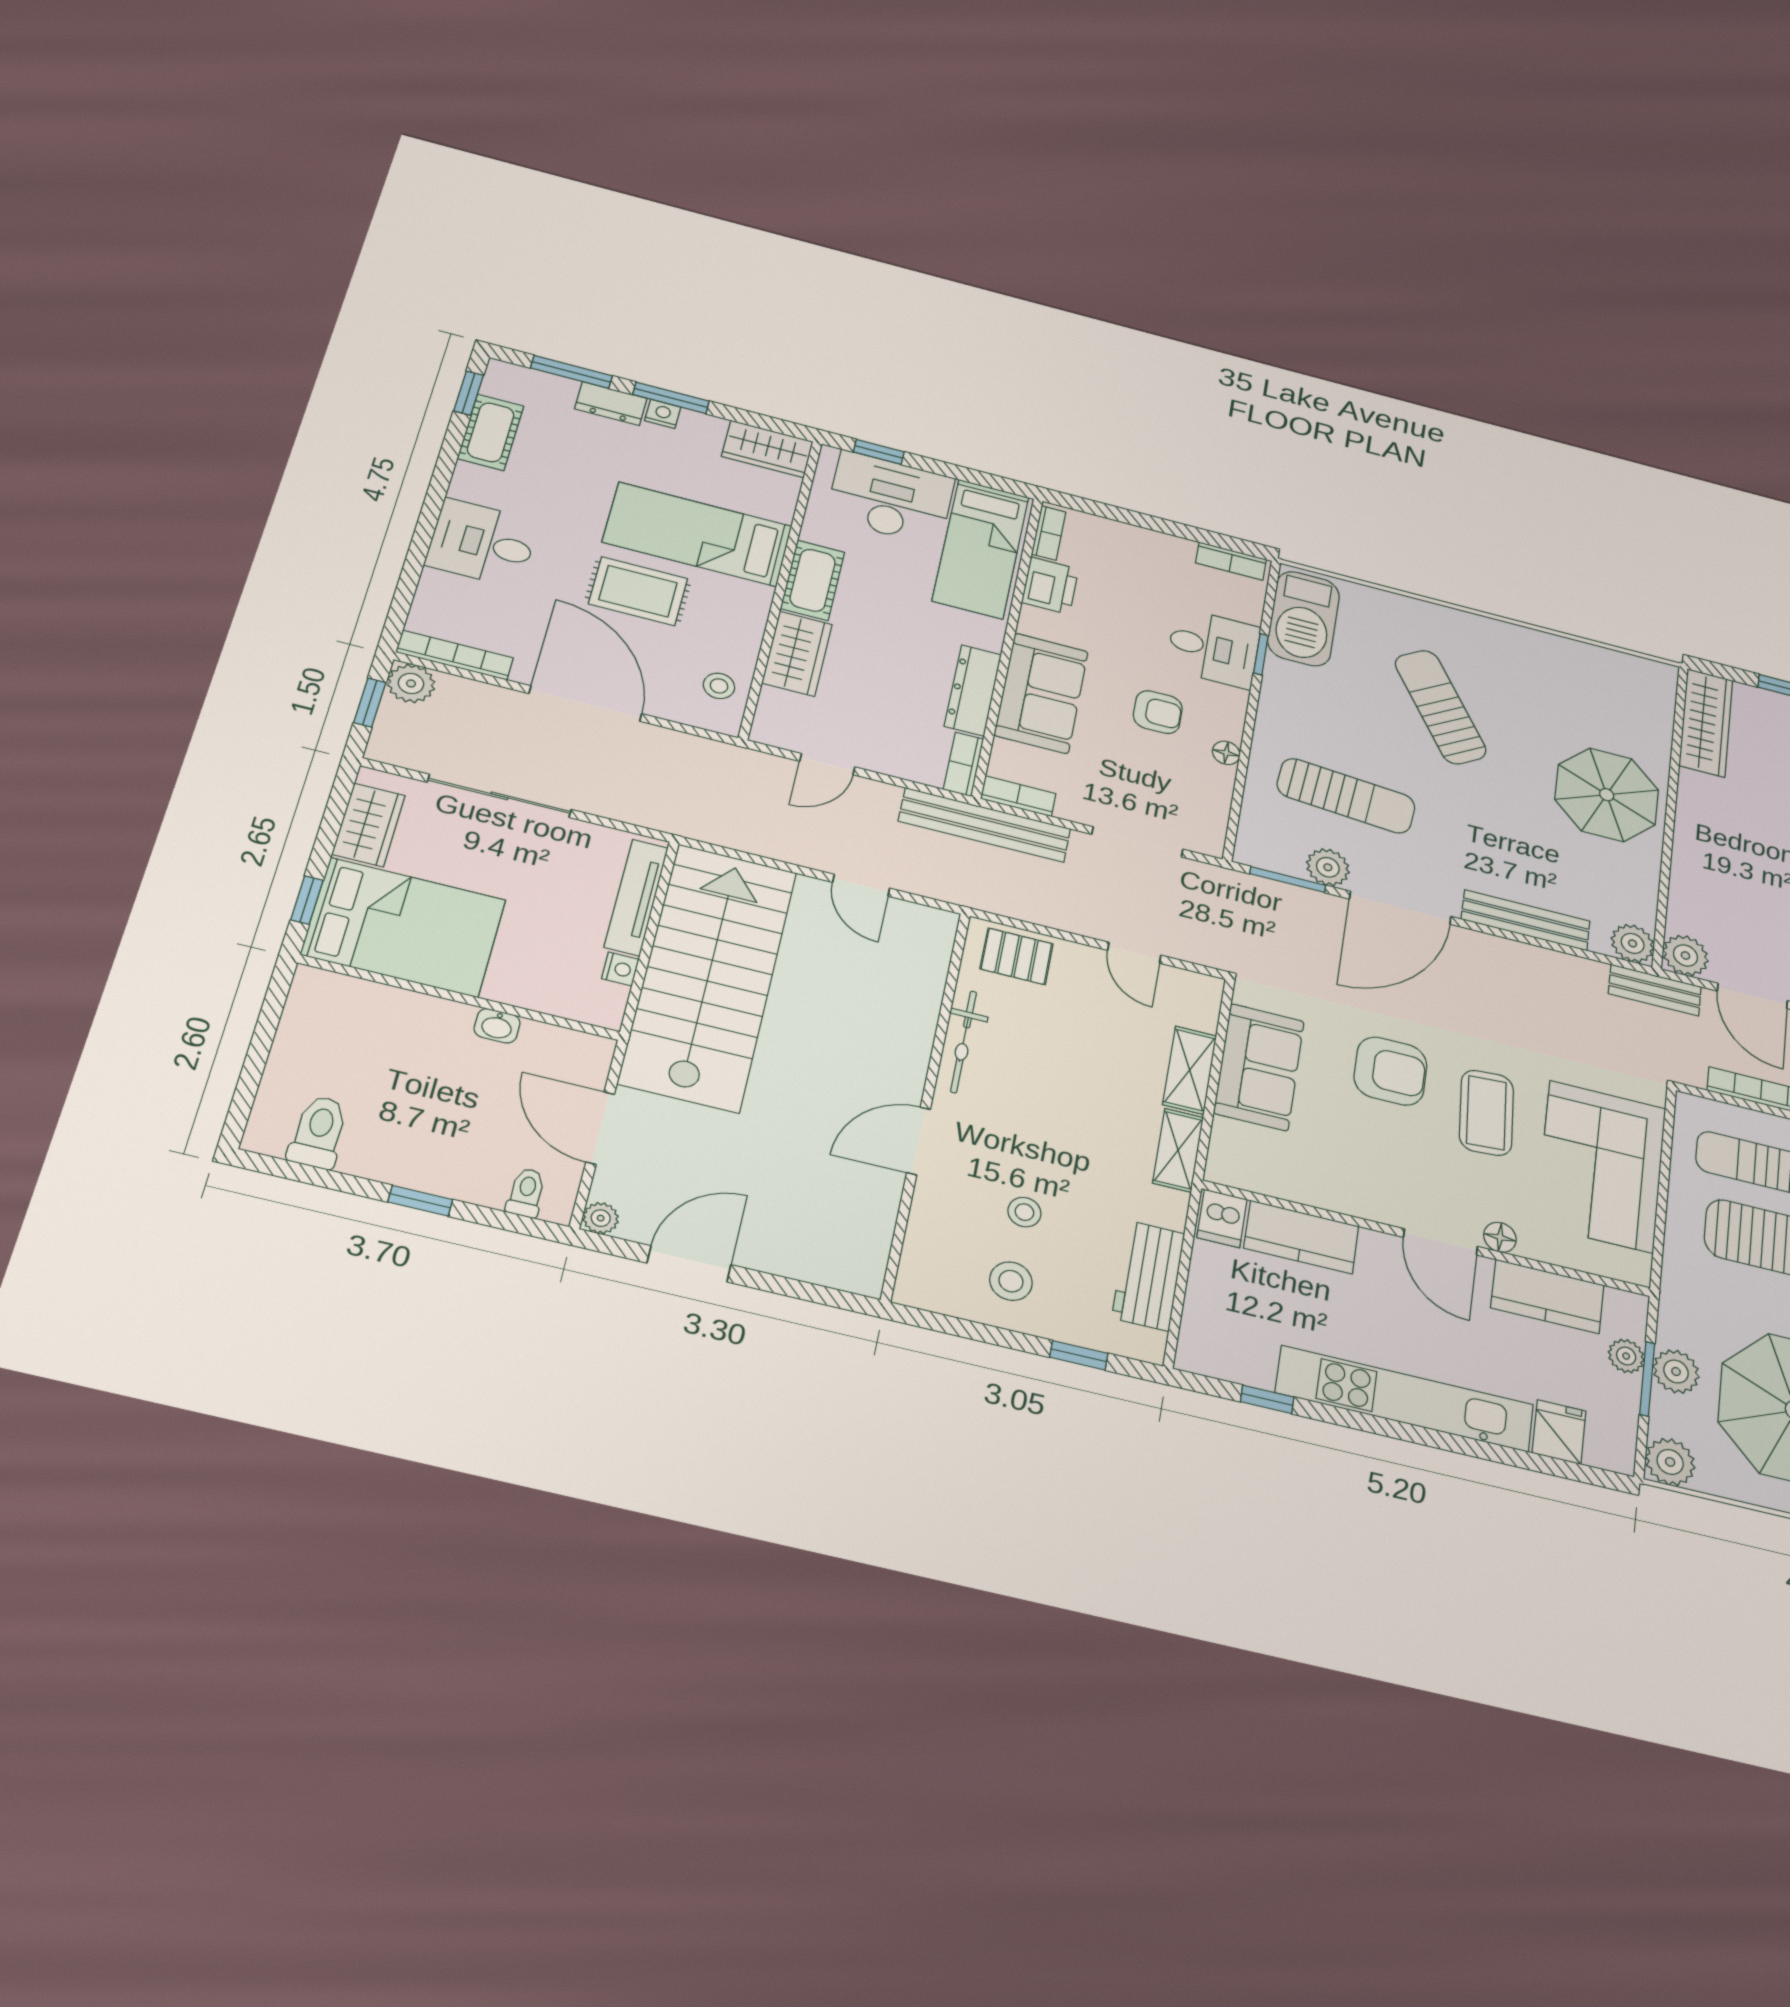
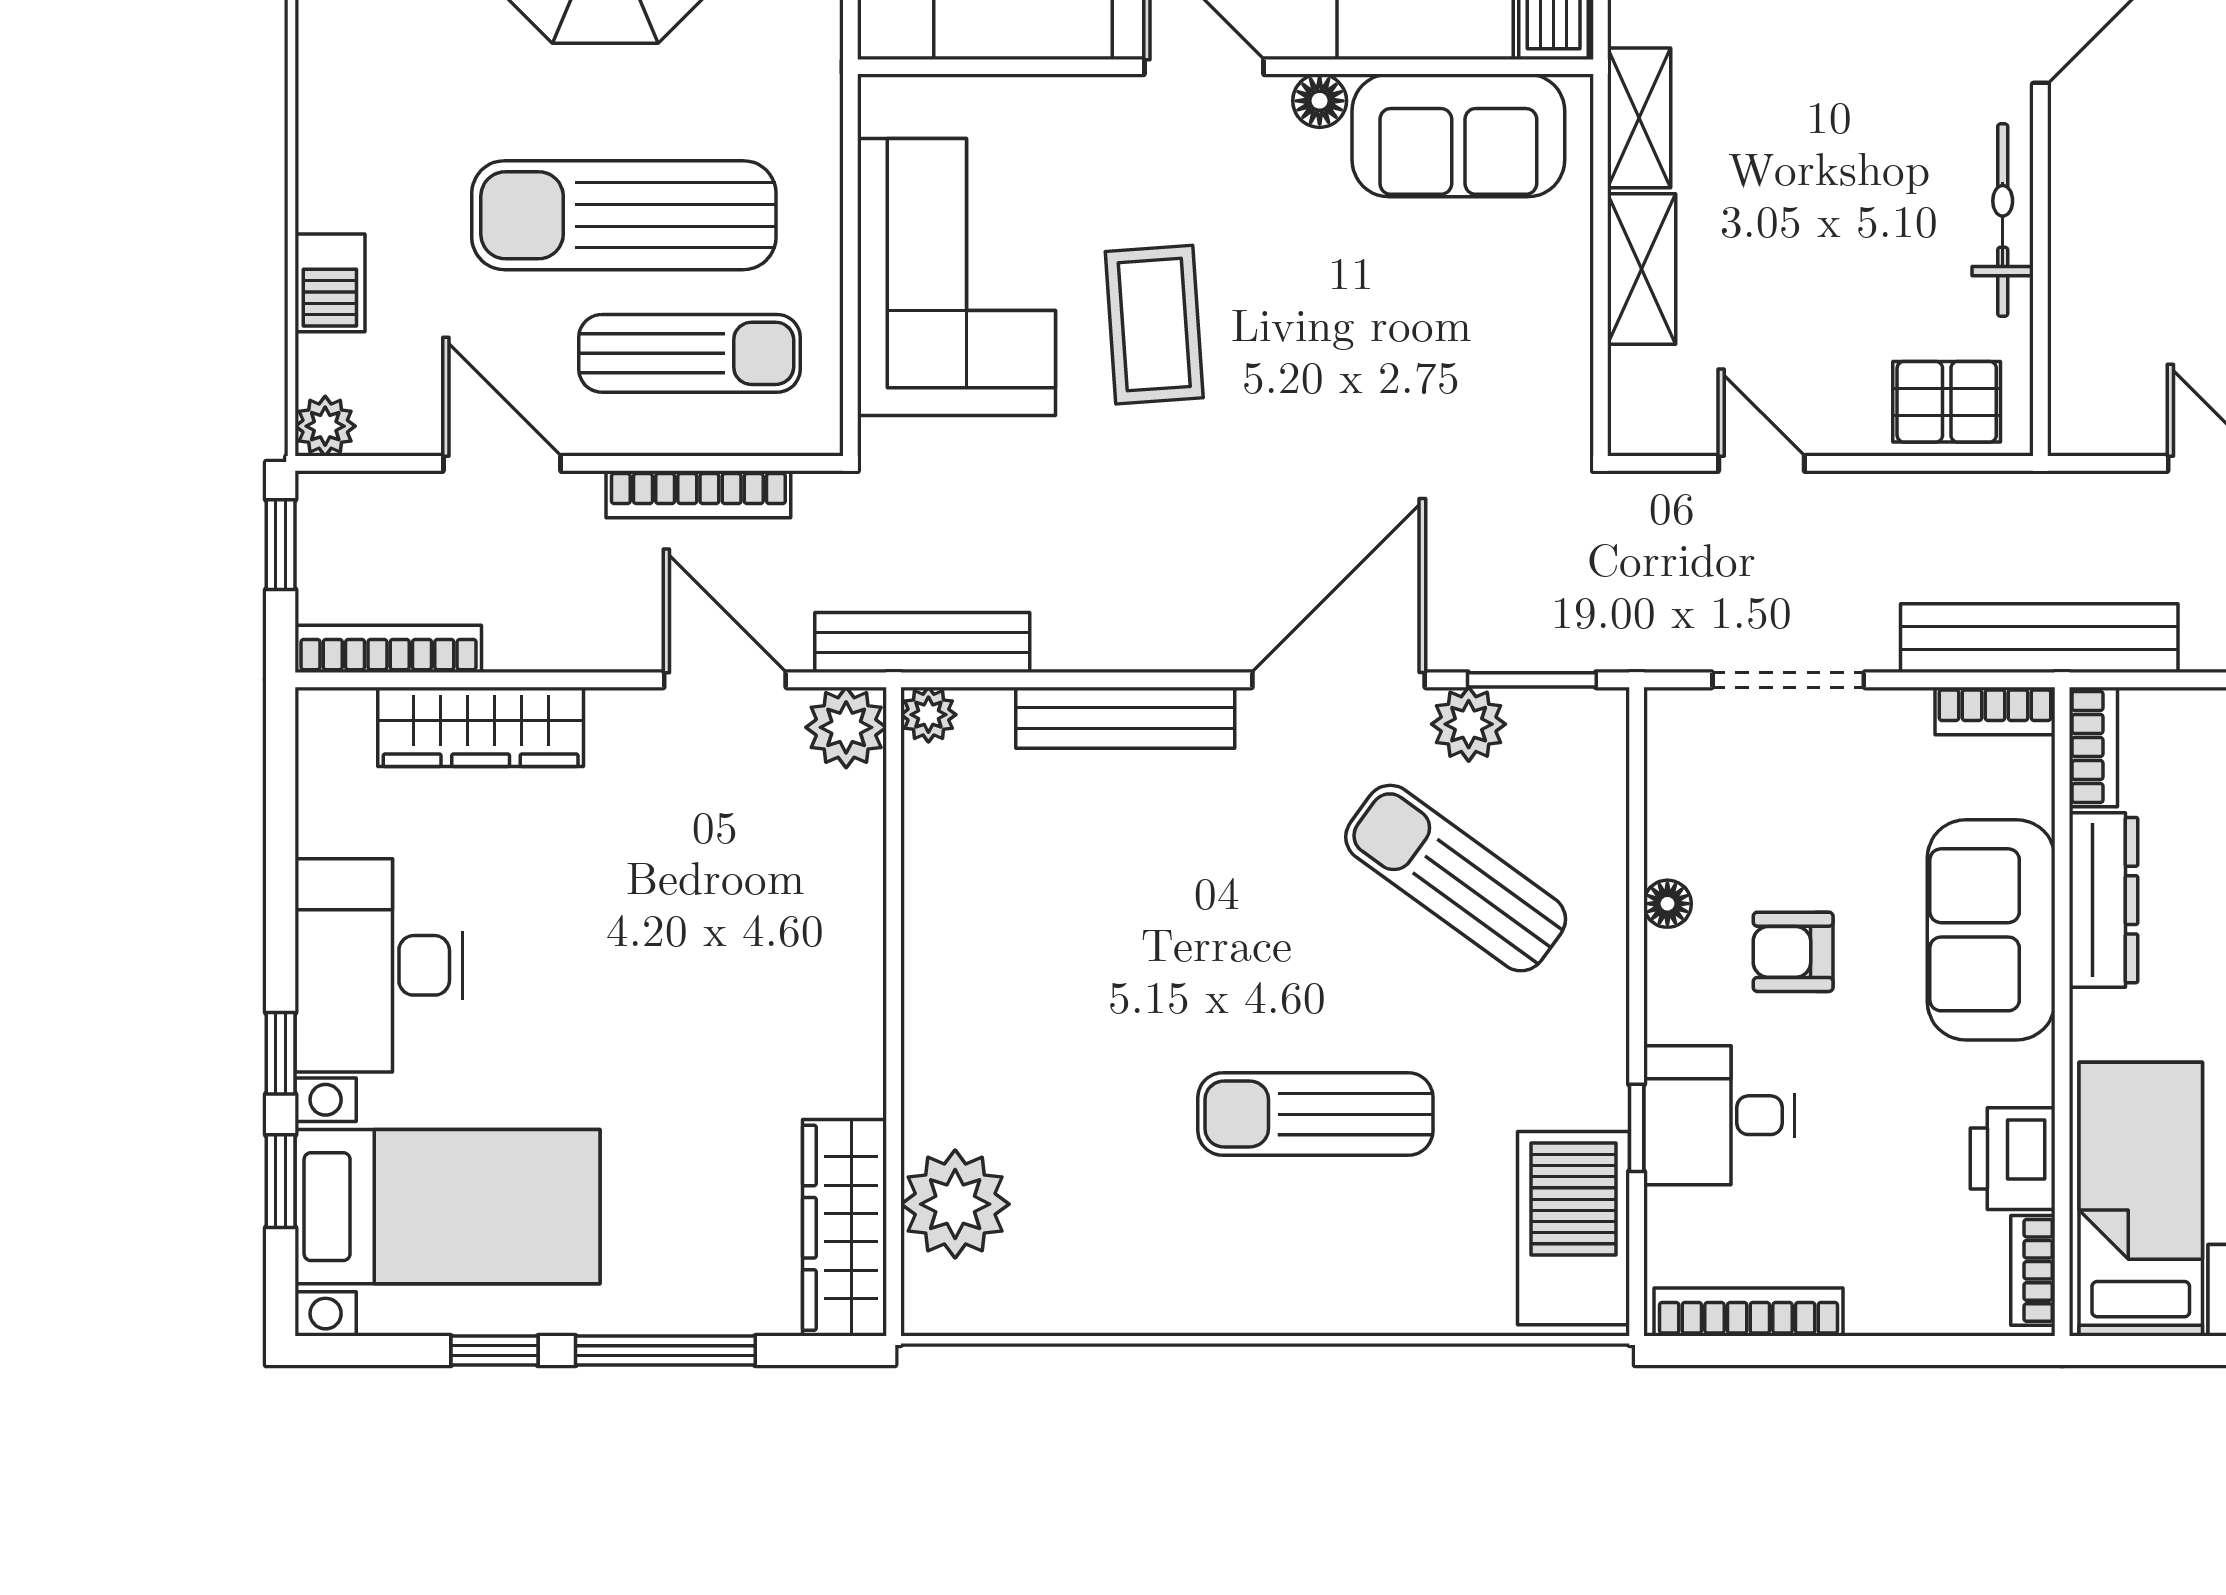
bookcase: (1231, 561) -> (1748, 1312), width x1.56
sun lounger: (1440, 707) -> (1315, 1114), turned 122
plant: (1645, 718) -> (955, 1204), added
parasol: (1607, 795) -> (1009, 1018), removed
sun lounger: (1346, 796) -> (1456, 878), turned 31
plant: (1633, 943) -> (928, 715), width x0.73, depth x0.73
bench: (1655, 990) -> (922, 643), width x1.36
sofa: (1259, 1067) -> (1458, 135), moved, turned -90
armchair: (1390, 1071) -> (1319, 359), removed
floor lamp: (1500, 1237) -> (1320, 101), moved

